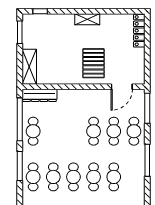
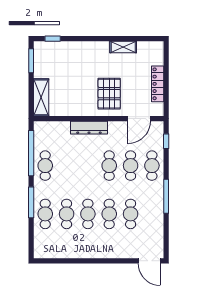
shelving: (87, 19) -> (123, 47), moved
locker: (139, 31) -> (158, 84), moved
dresser: (39, 95) -> (89, 128), moved
window: (147, 108) -> (166, 141), width x0.46

